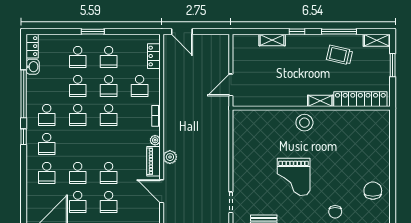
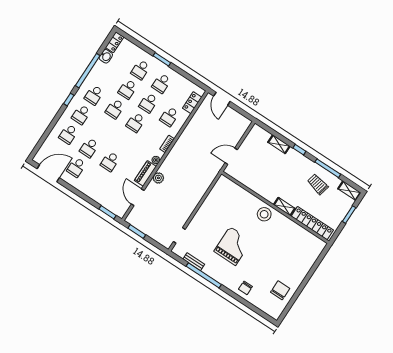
grand piano: (294, 177) -> (233, 246), turned 180
school desk: (109, 202) -> (97, 181), removed

